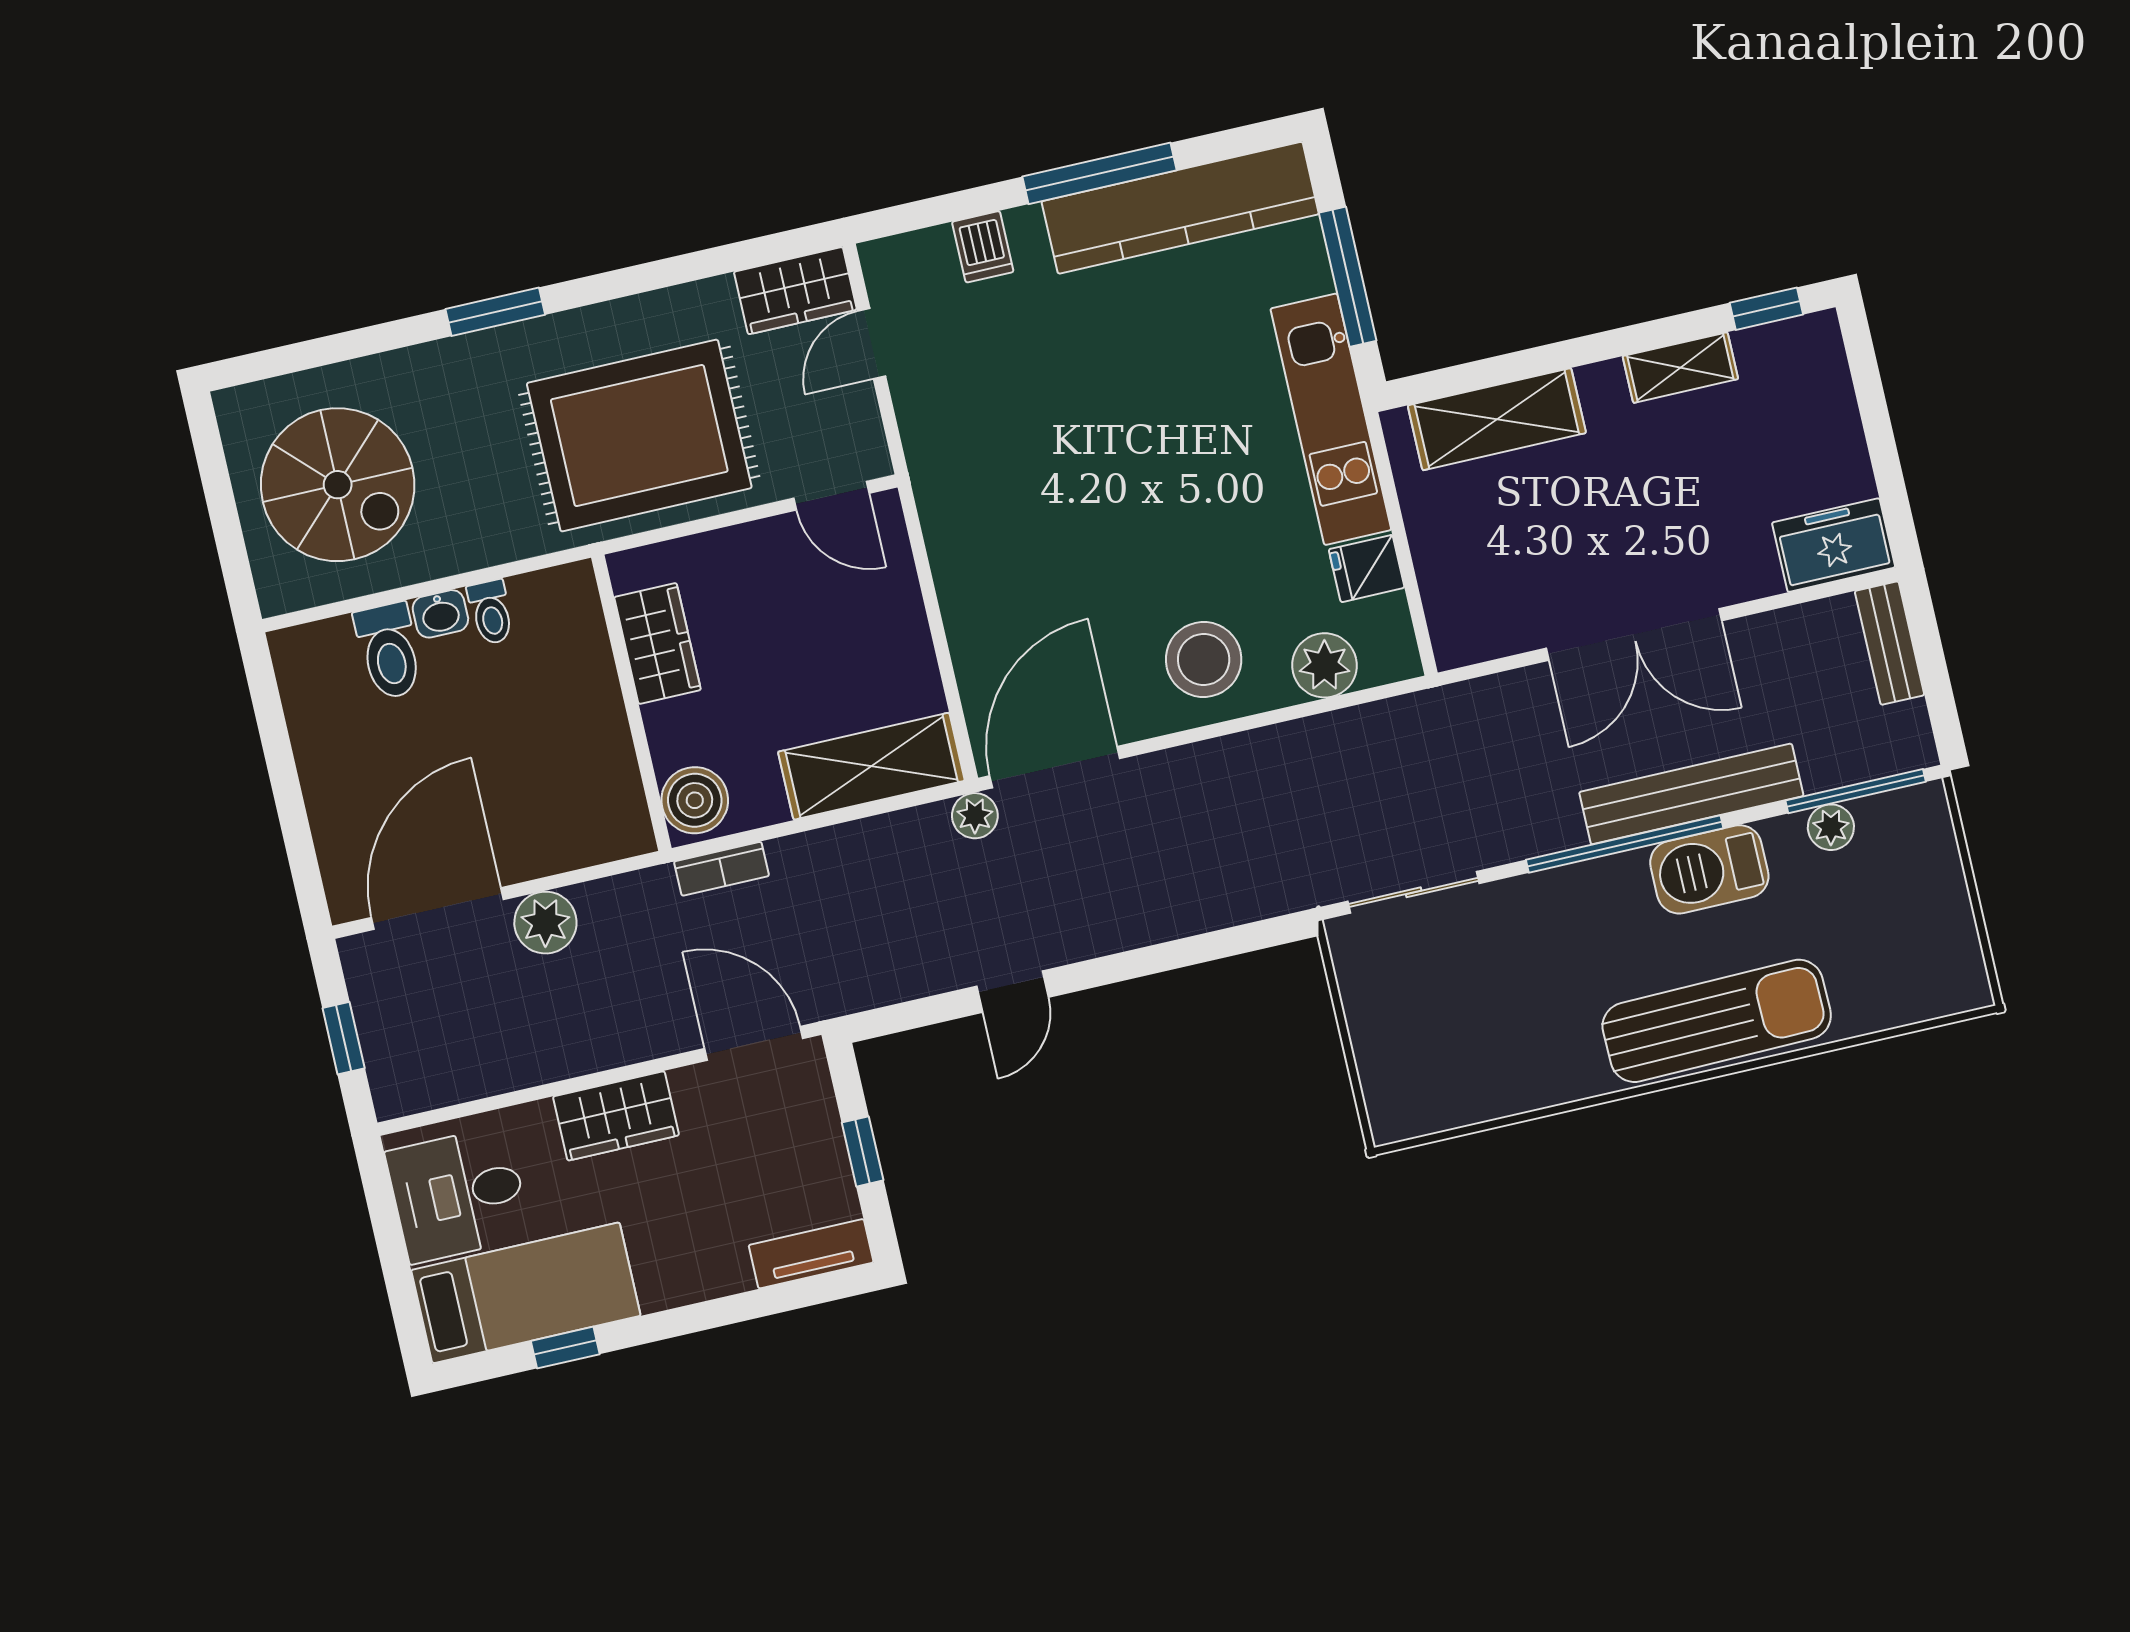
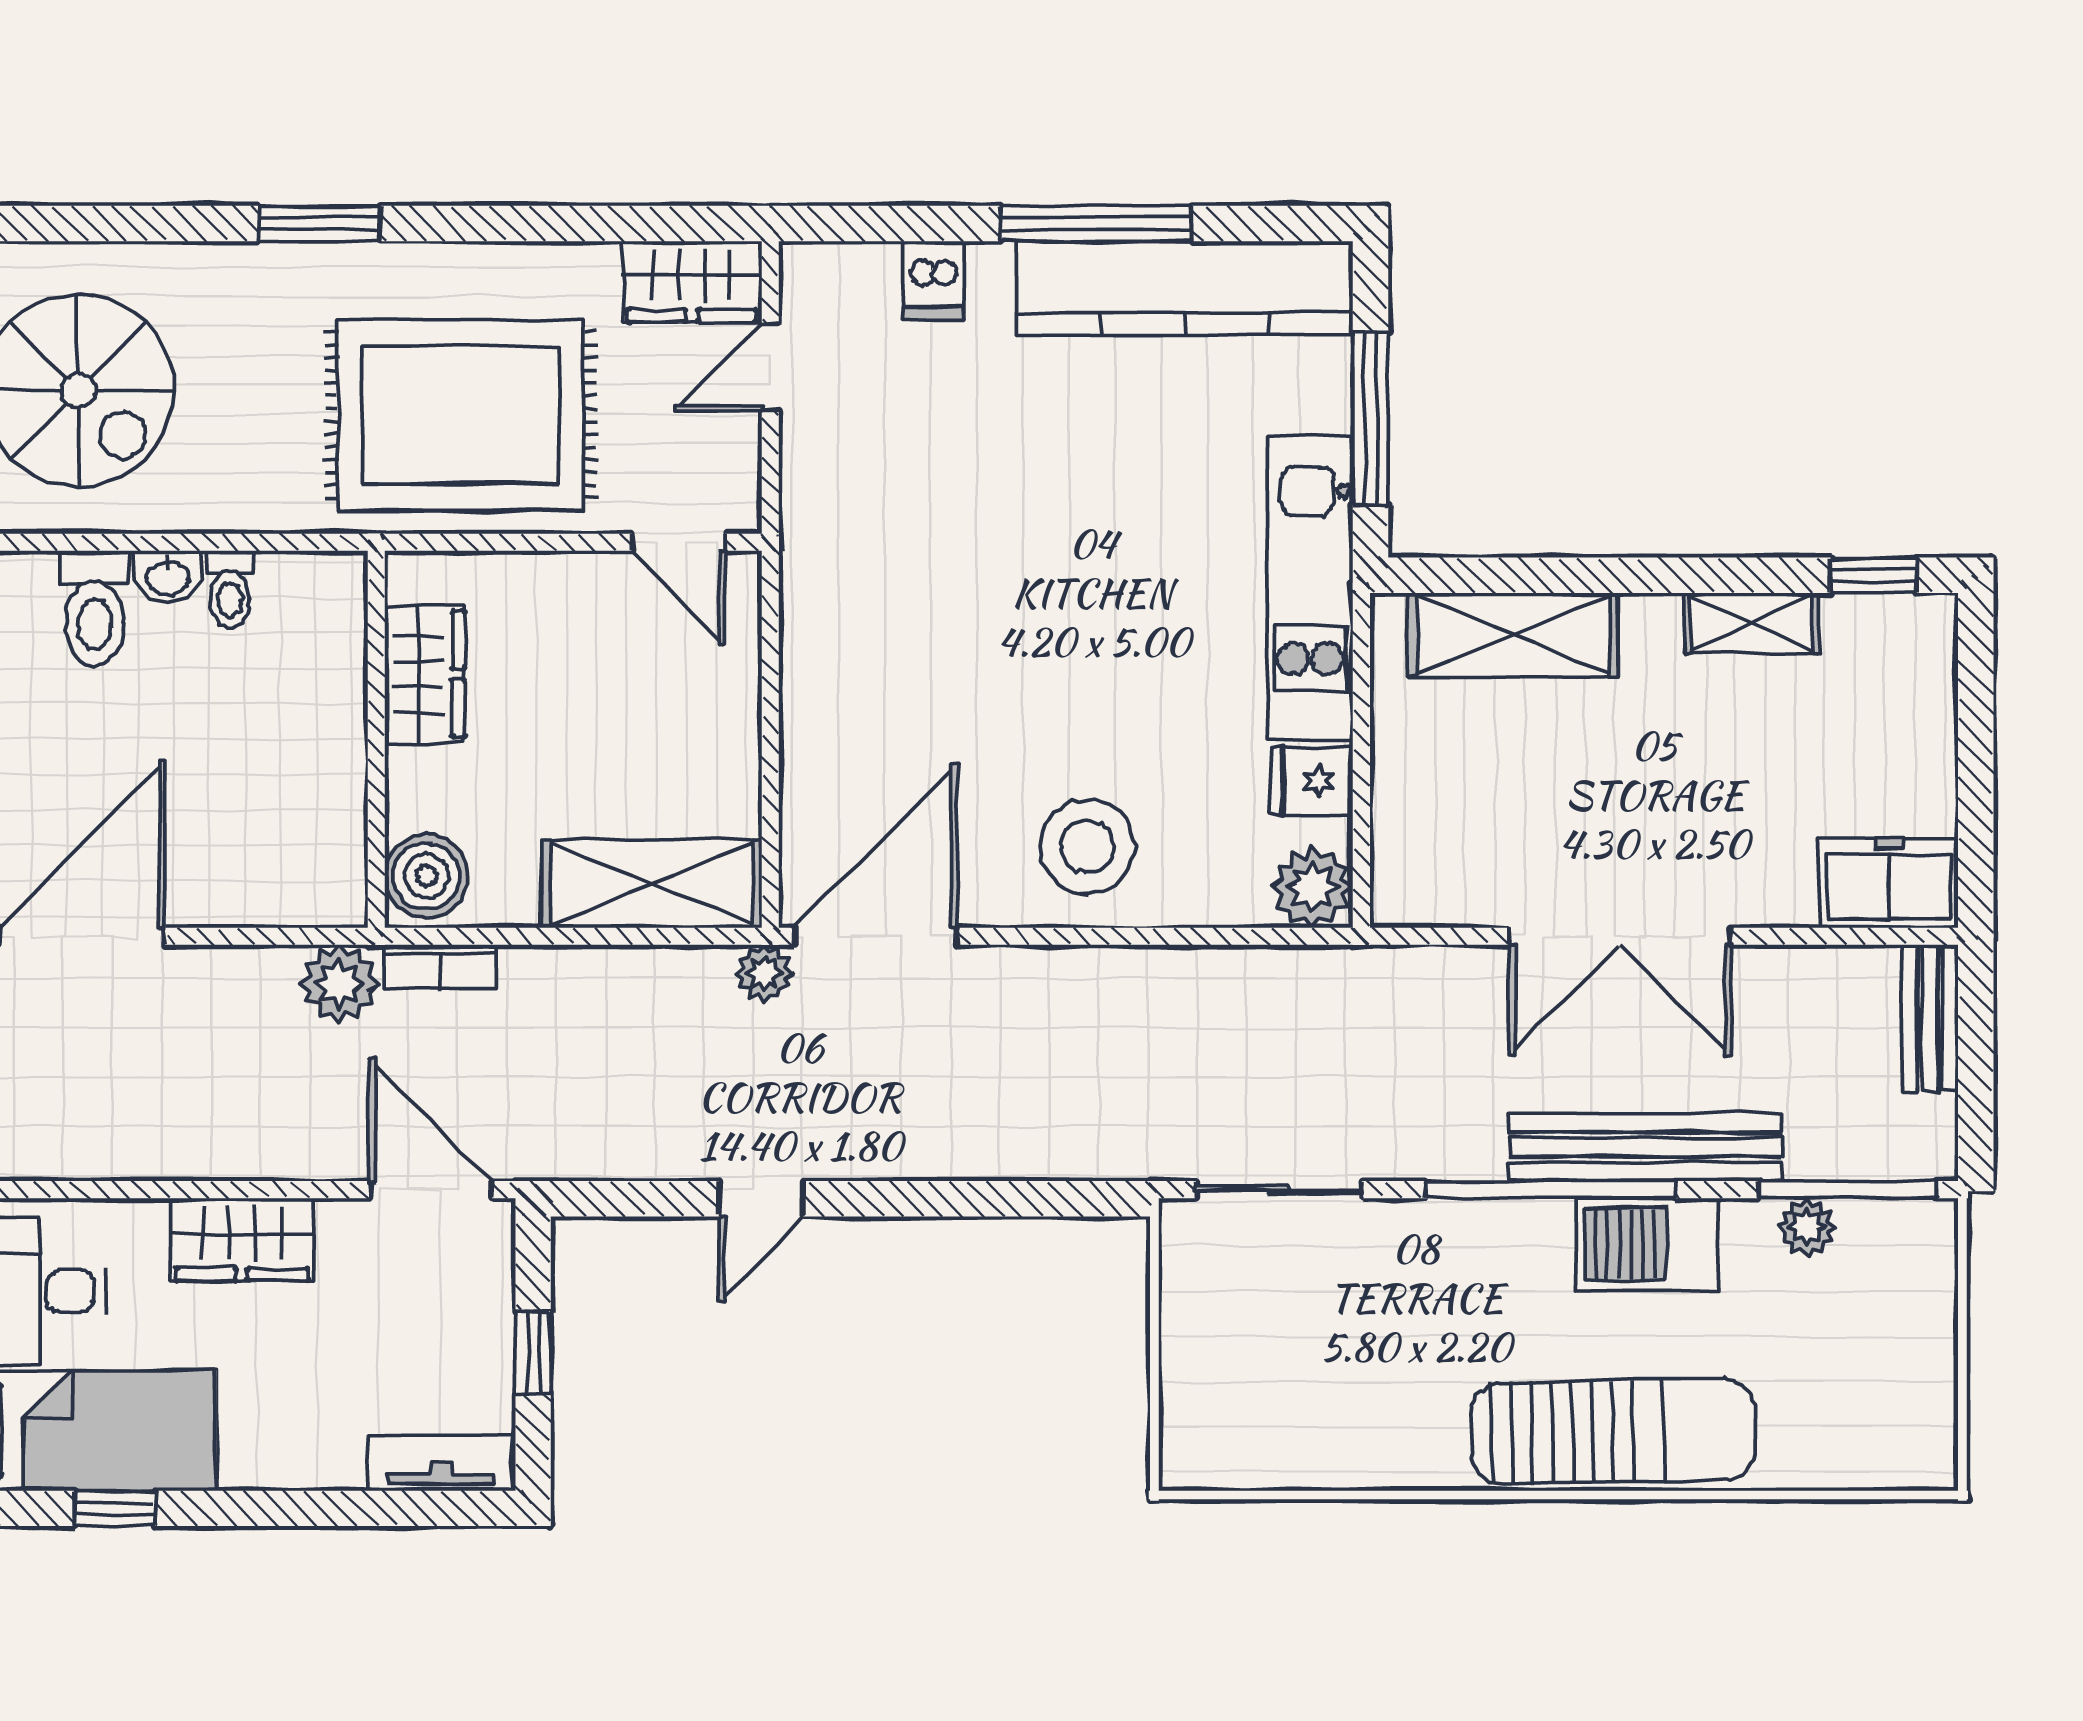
plant: (1324, 665) -> (1312, 887), moved
plant: (545, 923) -> (339, 984), moved

